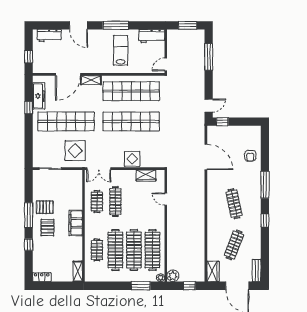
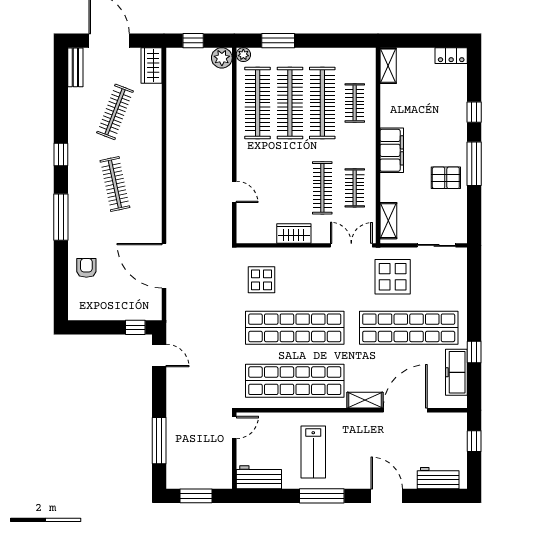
door: (209, 106) -> (159, 355), swing flipped
display table: (132, 159) -> (262, 280), moved
wardrobe: (146, 175) -> (294, 233), moved
shelving: (78, 183) -> (388, 221), added
pallet: (48, 228) -> (441, 142), removed

